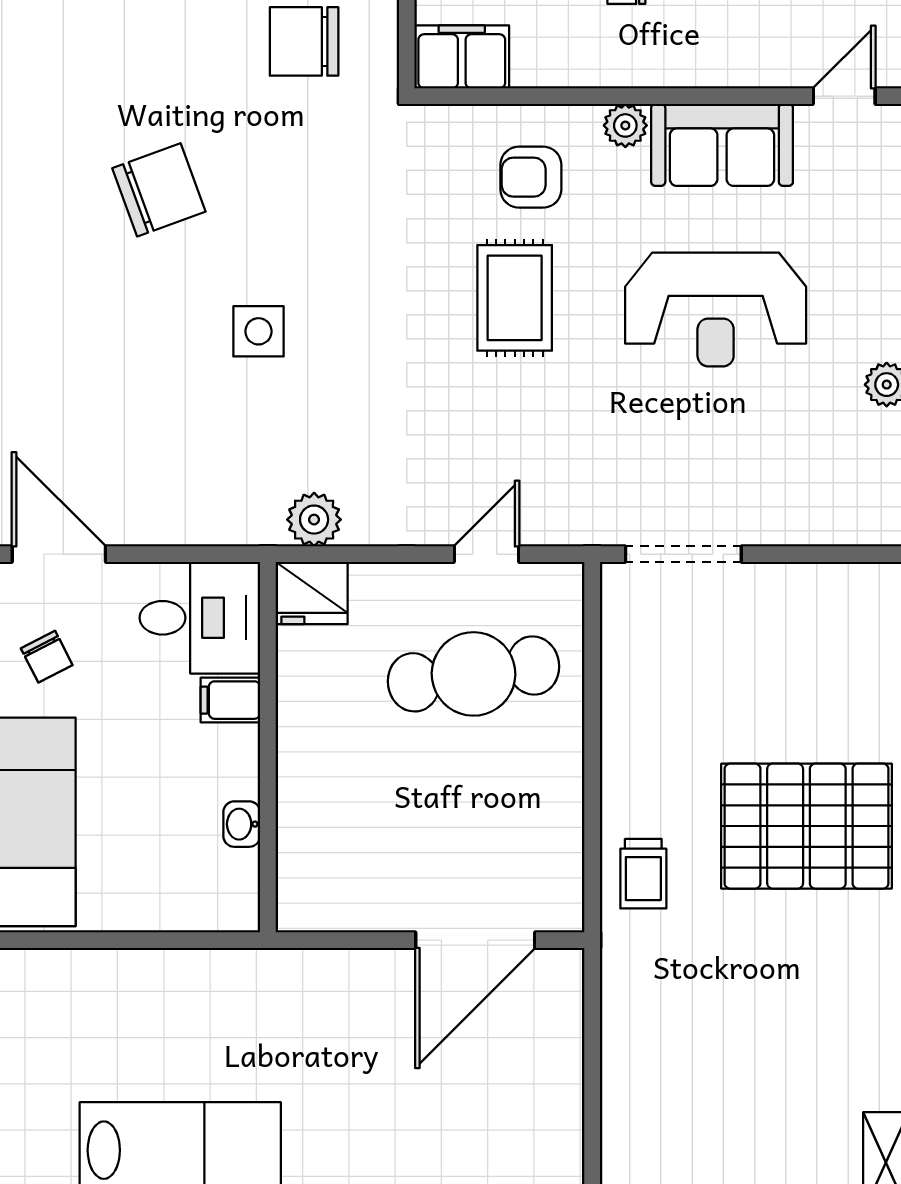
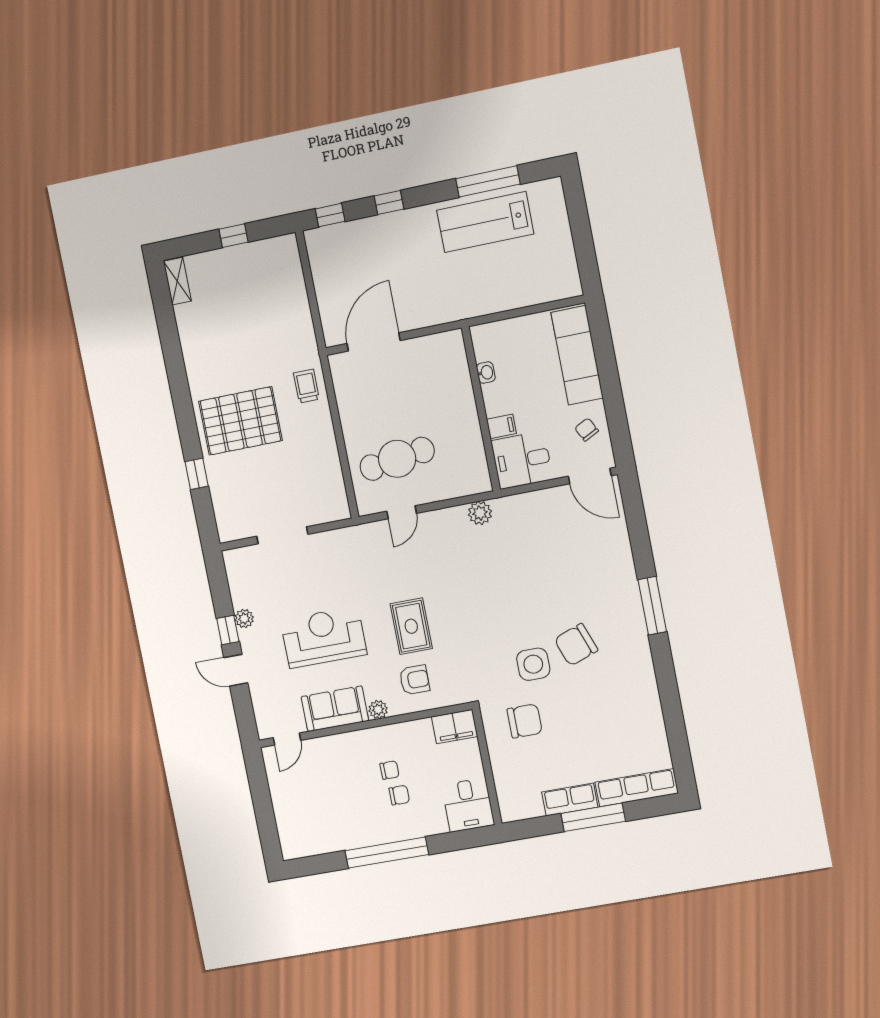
side table: (259, 331) -> (533, 664), moved, width x1.37, depth x1.37
doorway: (683, 554) -> (282, 535), moved
fridge: (312, 593) -> (475, 480), removed

